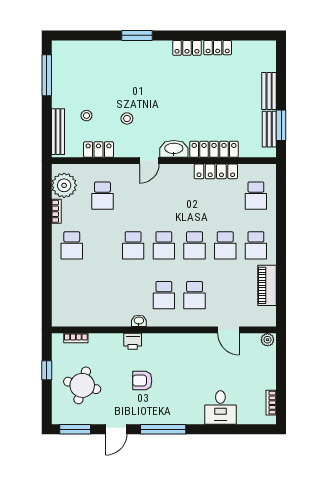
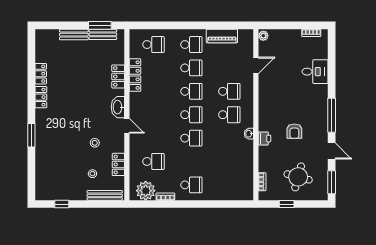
window: (47, 75) -> (62, 204), width x0.46
locker: (214, 149) -> (118, 76), width x0.66

